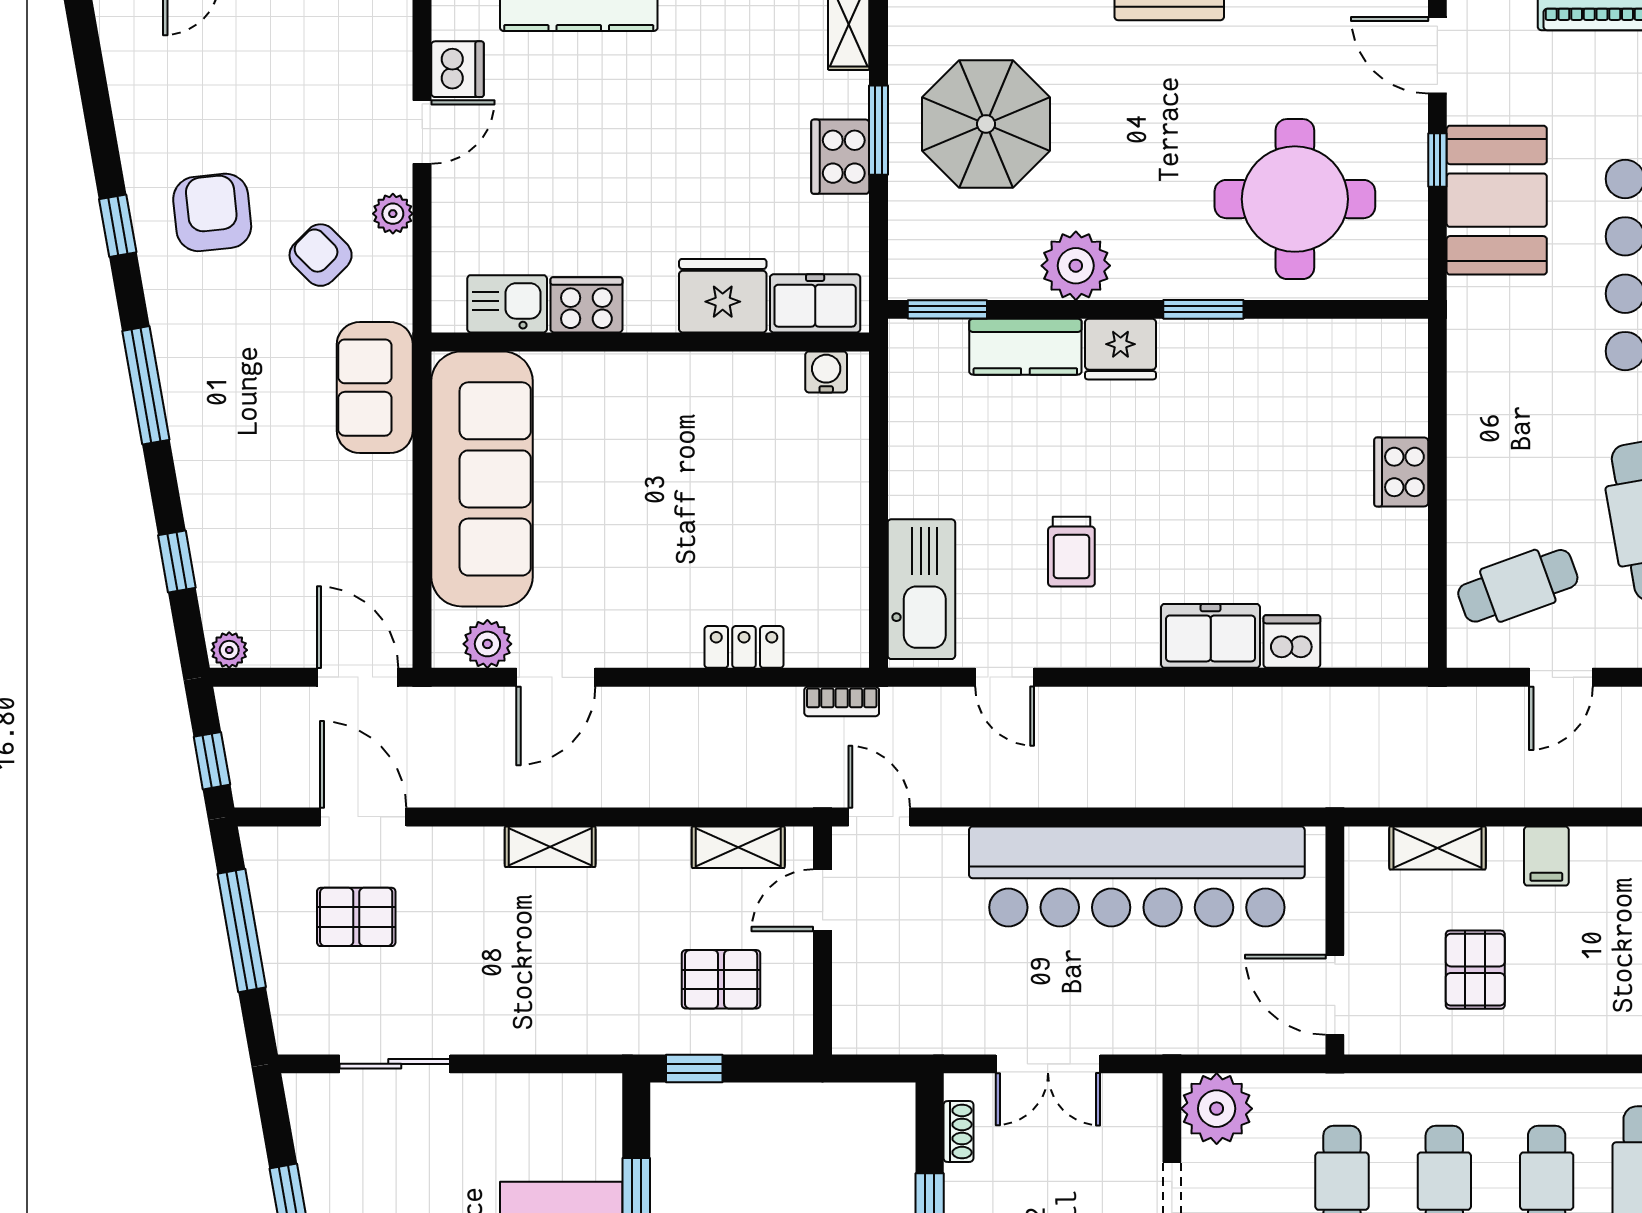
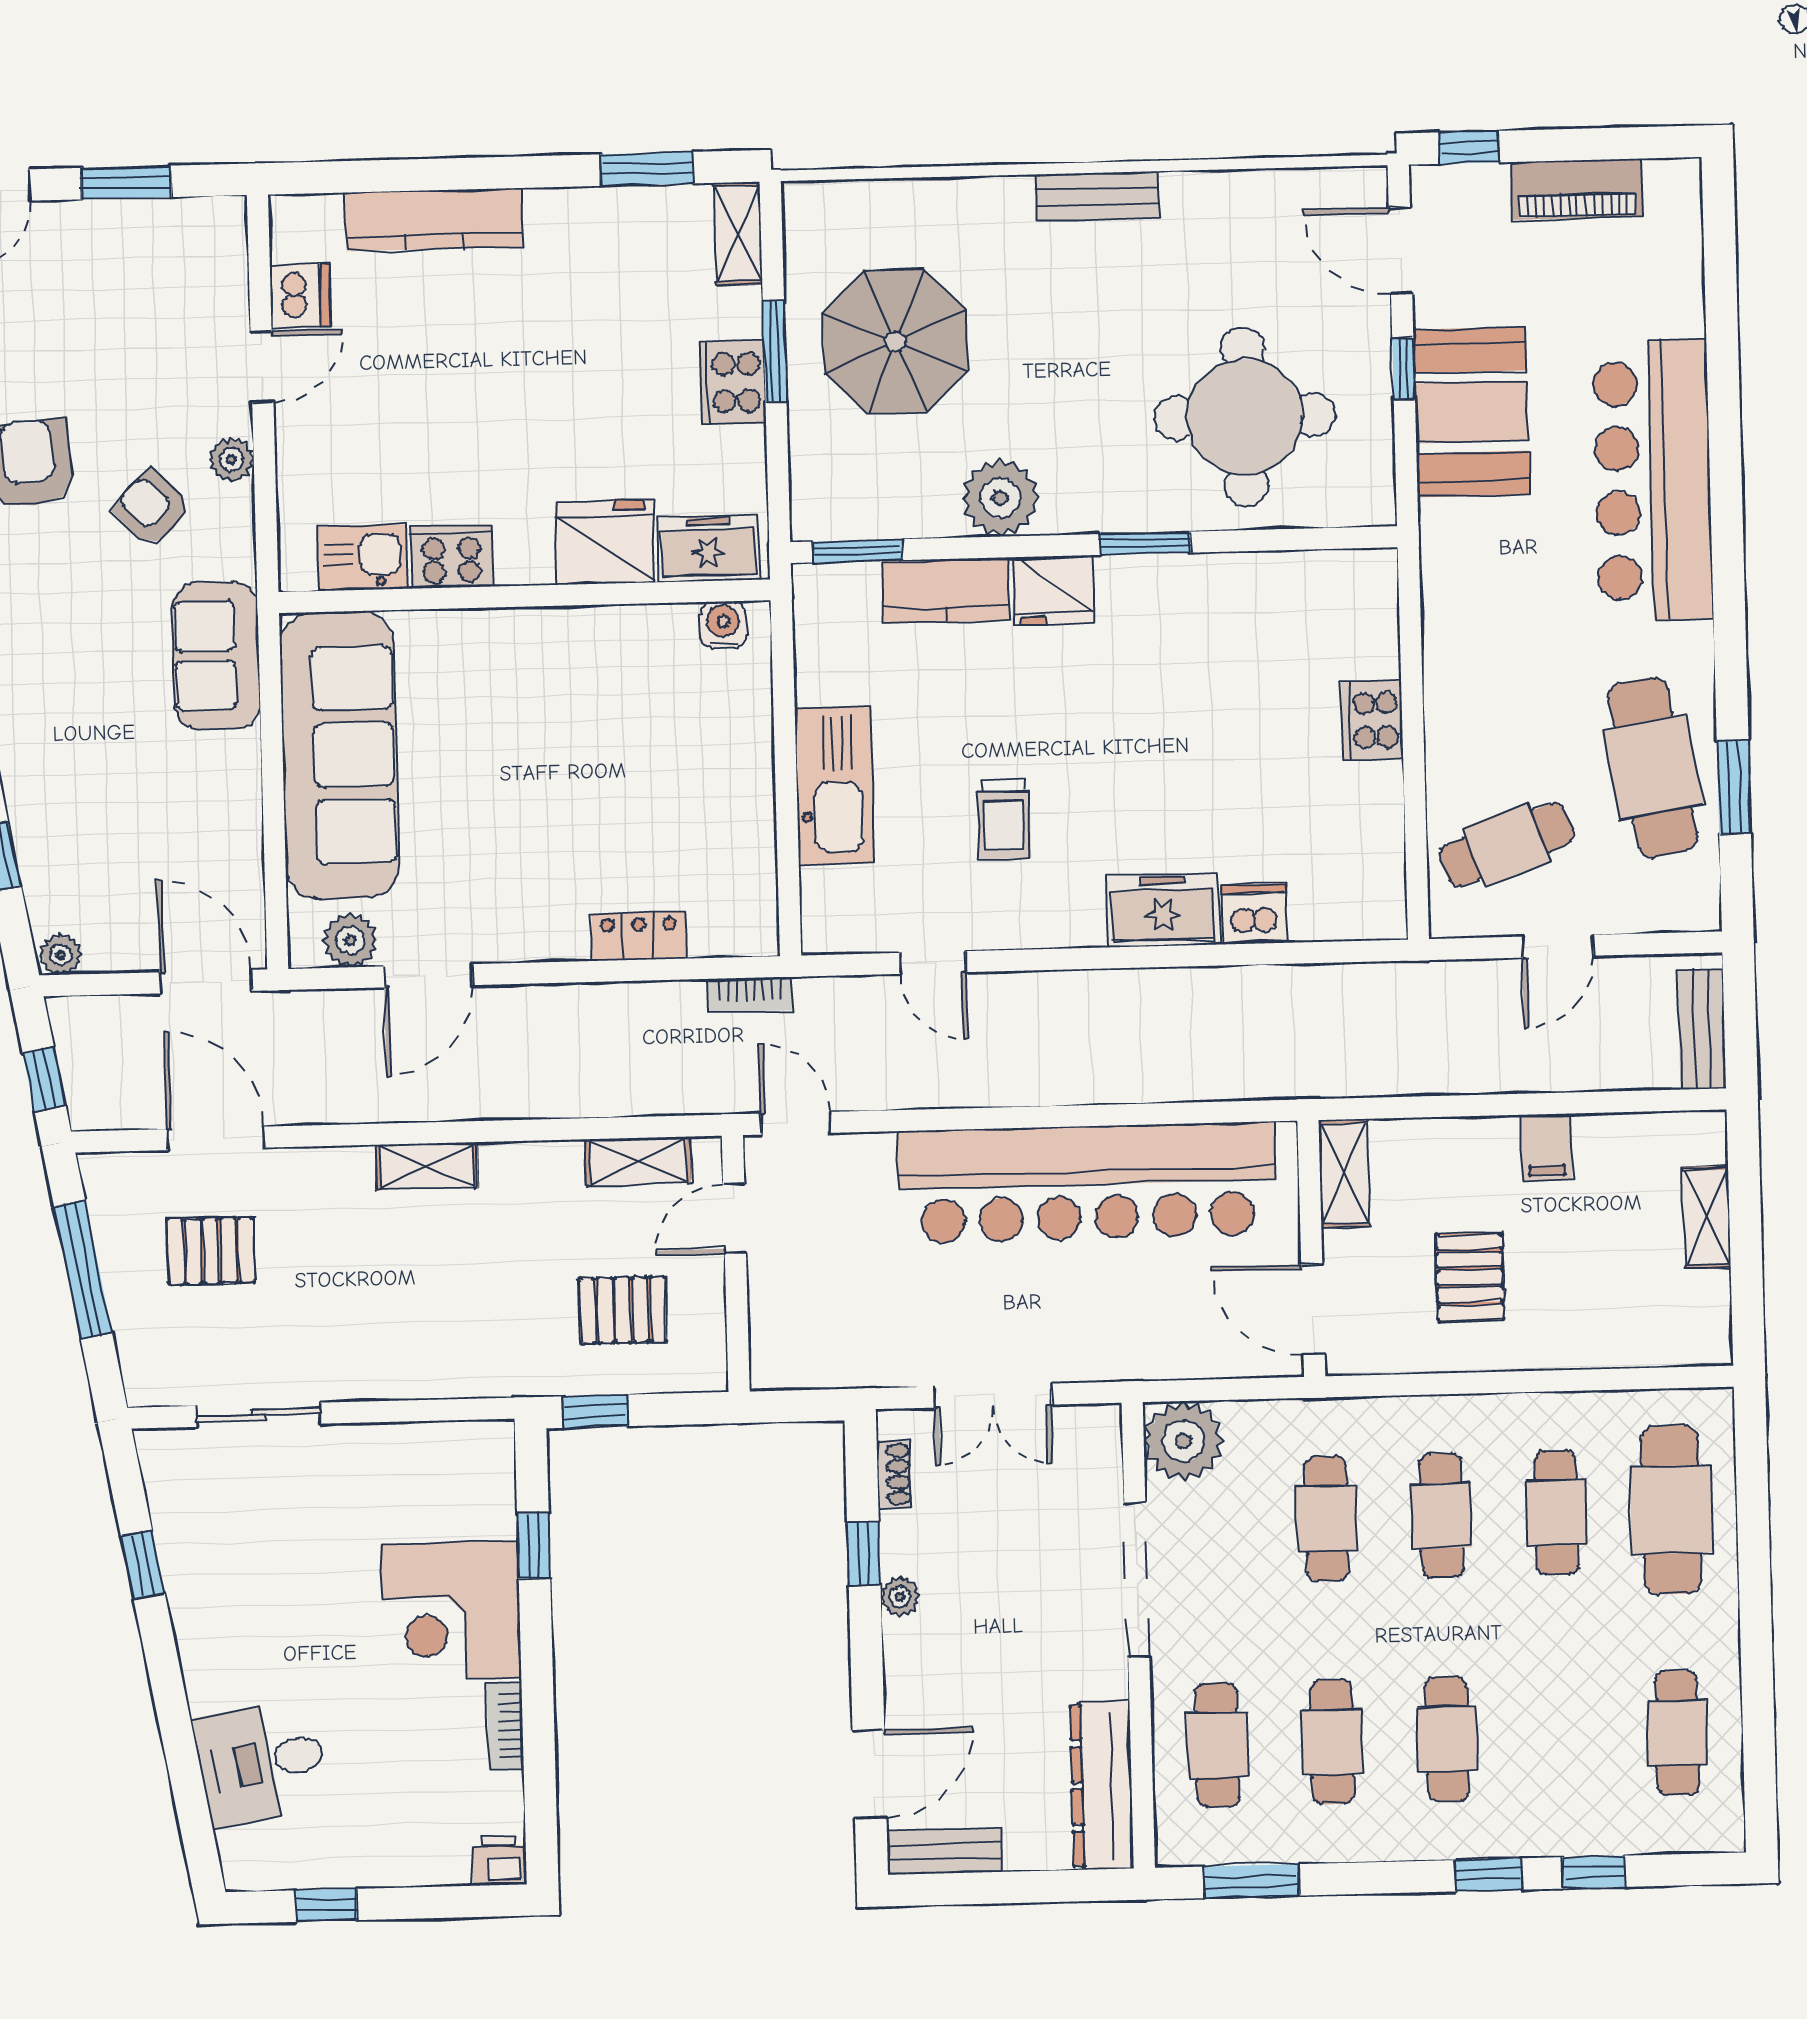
kitchen sink: (921, 589) -> (834, 785), moved
shelving: (1437, 848) -> (1344, 1173), moved, turned 90

